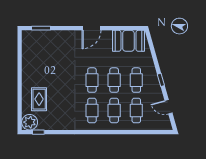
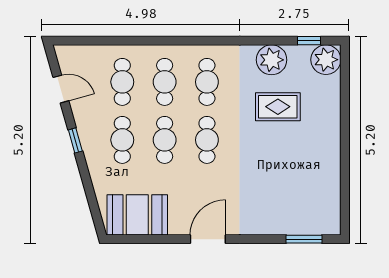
rug: (39, 99) -> (278, 107), moved, turned 90
plant: (58, 122) -> (272, 60), added

